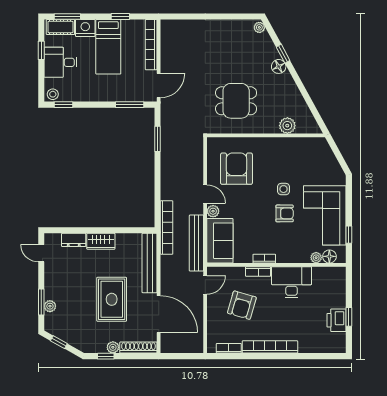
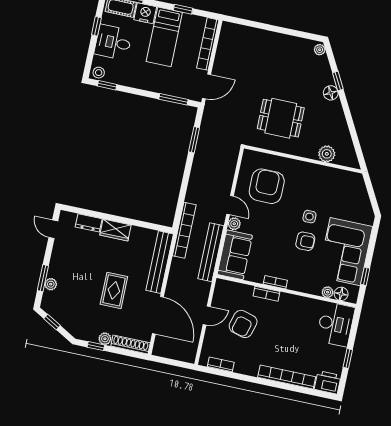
desk: (292, 282) -> (336, 324), moved, turned 90
door: (205, 285) -> (207, 315), moved
rug: (112, 299) -> (114, 290), width x0.73, depth x0.70
printer: (337, 320) -> (328, 382), moved, turned 90
bookcase: (270, 347) -> (287, 377), moved

